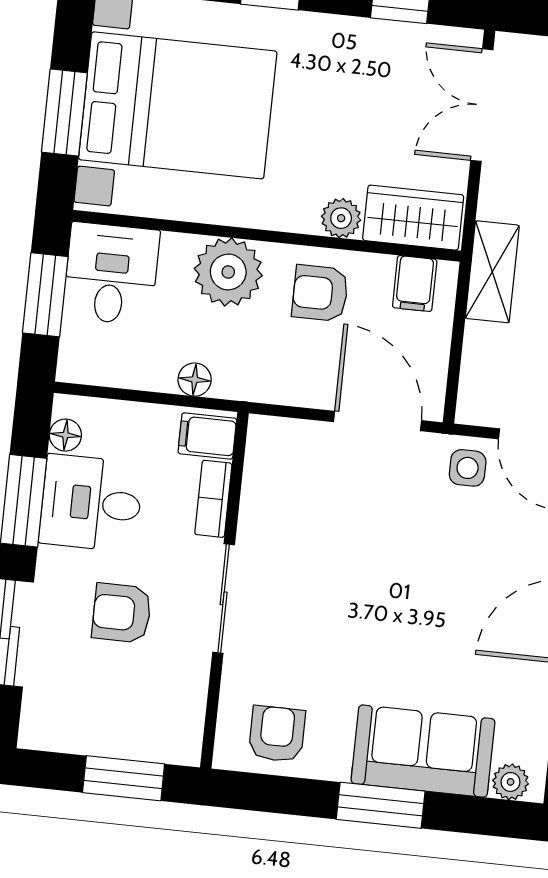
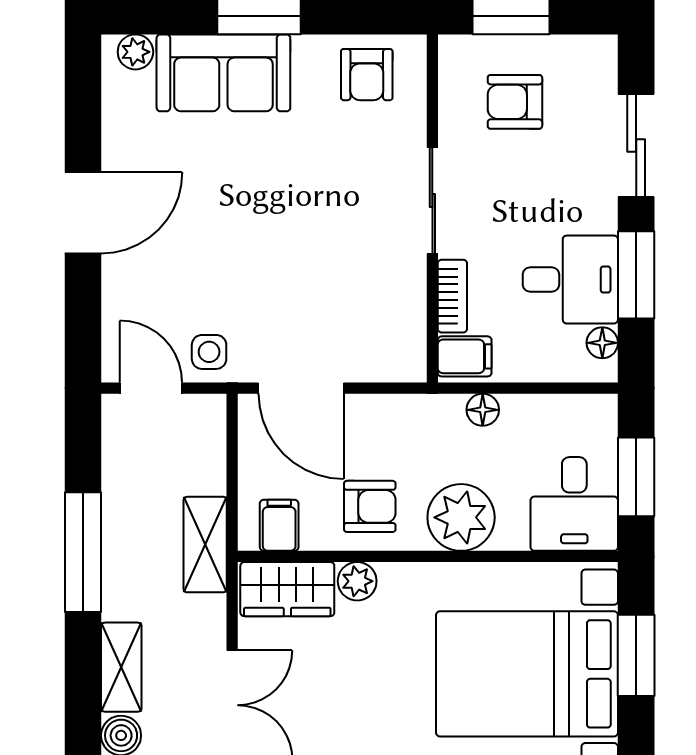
armchair: (122, 613) -> (515, 102), moved, turned 180

